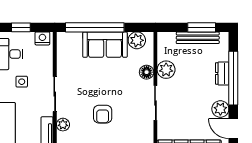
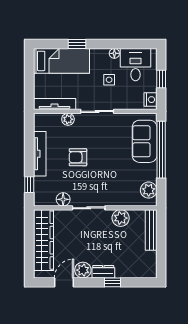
window: (202, 27) -> (161, 252), removed
bench: (198, 38) -> (151, 230), moved
sofa: (105, 45) -> (145, 141), moved
floor lamp: (147, 72) -> (63, 199), moved
dresser: (222, 73) -> (103, 272), moved
window: (233, 78) -> (112, 282), width x0.32

